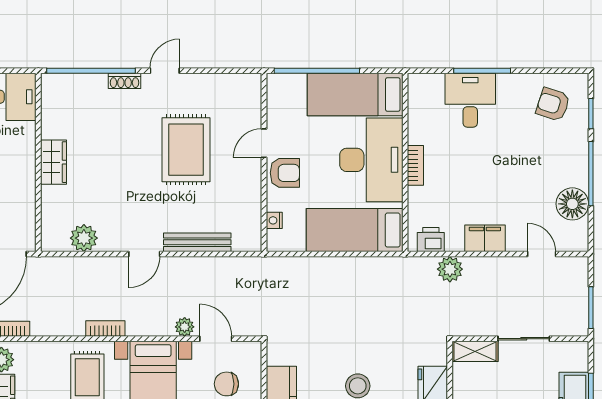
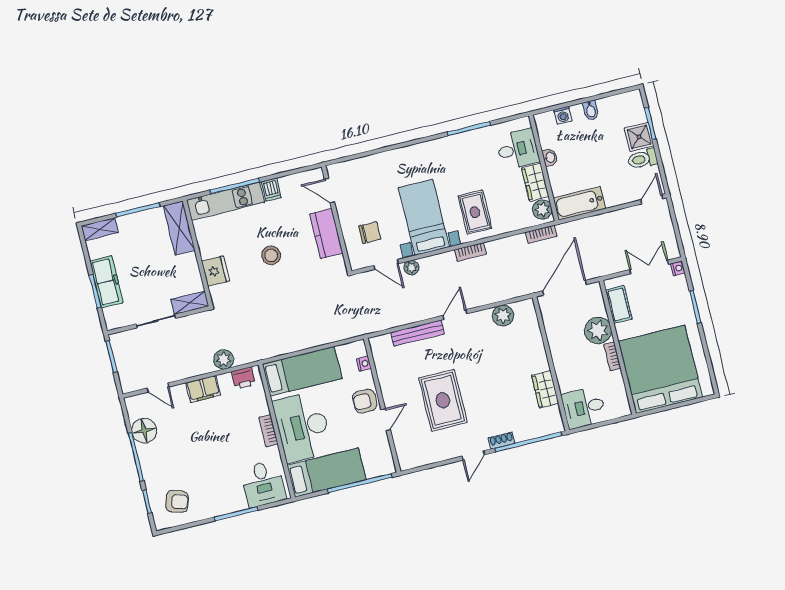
desk: (470, 100) -> (263, 484), moved
wardrobe: (54, 162) -> (545, 389), moved

